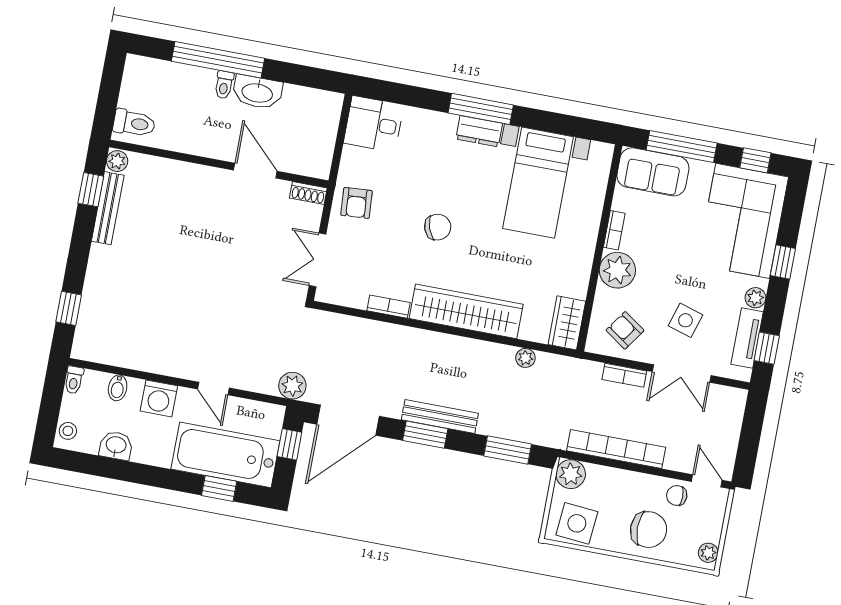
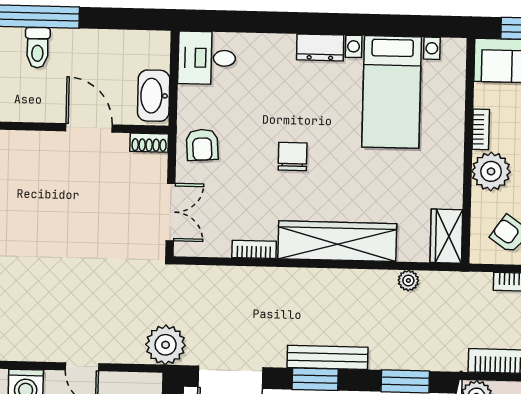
toilet: (224, 85) -> (37, 48), width x1.37, depth x1.39
washbasin: (257, 92) -> (154, 96), moved, turned 90
window: (481, 109) -> (318, 23), removed
chair: (438, 227) -> (293, 157), turned -71
double door: (318, 260) -> (171, 212), swing flipped
plant: (292, 386) -> (166, 345), width x1.36, depth x1.36

